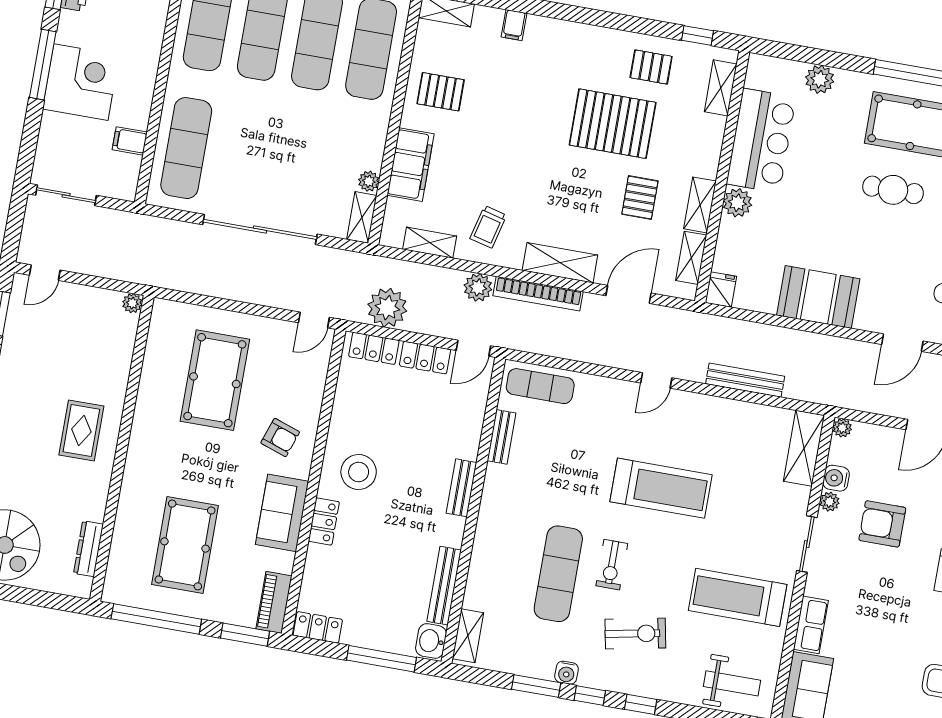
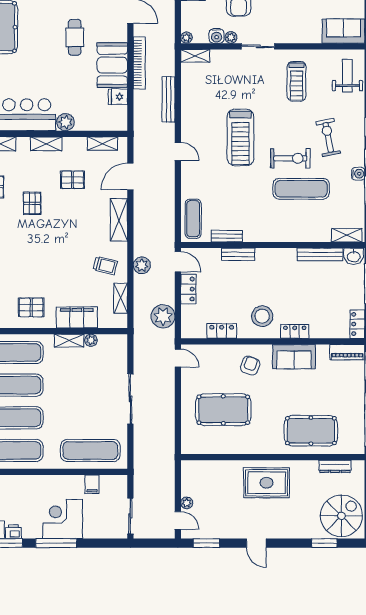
pallet: (441, 92) -> (31, 307), turned 90
pallet: (613, 124) -> (32, 203), width x0.49, depth x0.50
cafe table: (893, 190) -> (75, 37), moved
shelving: (700, 205) -> (46, 144), moved
shelving: (362, 217) -> (69, 341), moved
sliding door: (260, 229) -> (130, 399), width x0.73
fridge: (721, 290) -> (118, 97), moved
bookcase: (538, 294) -> (139, 63), moved
door: (629, 294) -> (130, 176), hinge flipped
plant: (132, 303) -> (187, 503), moved
locker: (374, 348) -> (222, 331), moved, turned -90
rug: (81, 430) -> (267, 483), width x1.36, depth x1.43
shelving: (804, 448) -> (195, 56), width x0.67, depth x0.75
bench: (461, 488) -> (238, 254), moved
treadmill: (661, 488) -> (240, 137), turned 180
pool table: (185, 545) -> (311, 431), moved
exercise bike: (612, 565) -> (290, 158), width x1.38, depth x1.39
treadmill: (738, 597) -> (297, 81), width x0.73, depth x0.73
row of seats: (811, 625) -> (305, 36), removed

